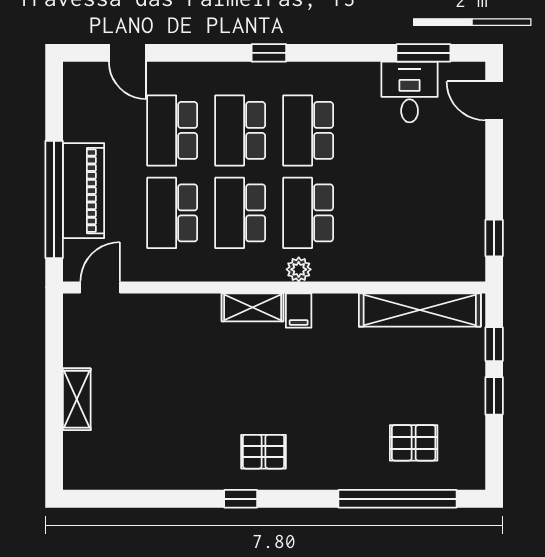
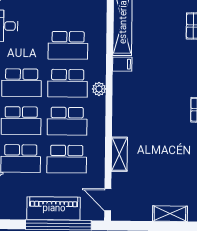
school desk: (376, 213) -> (68, 45), added
shelving: (253, 307) -> (119, 154), moved
filing cabinet: (299, 311) -> (122, 64), moved

